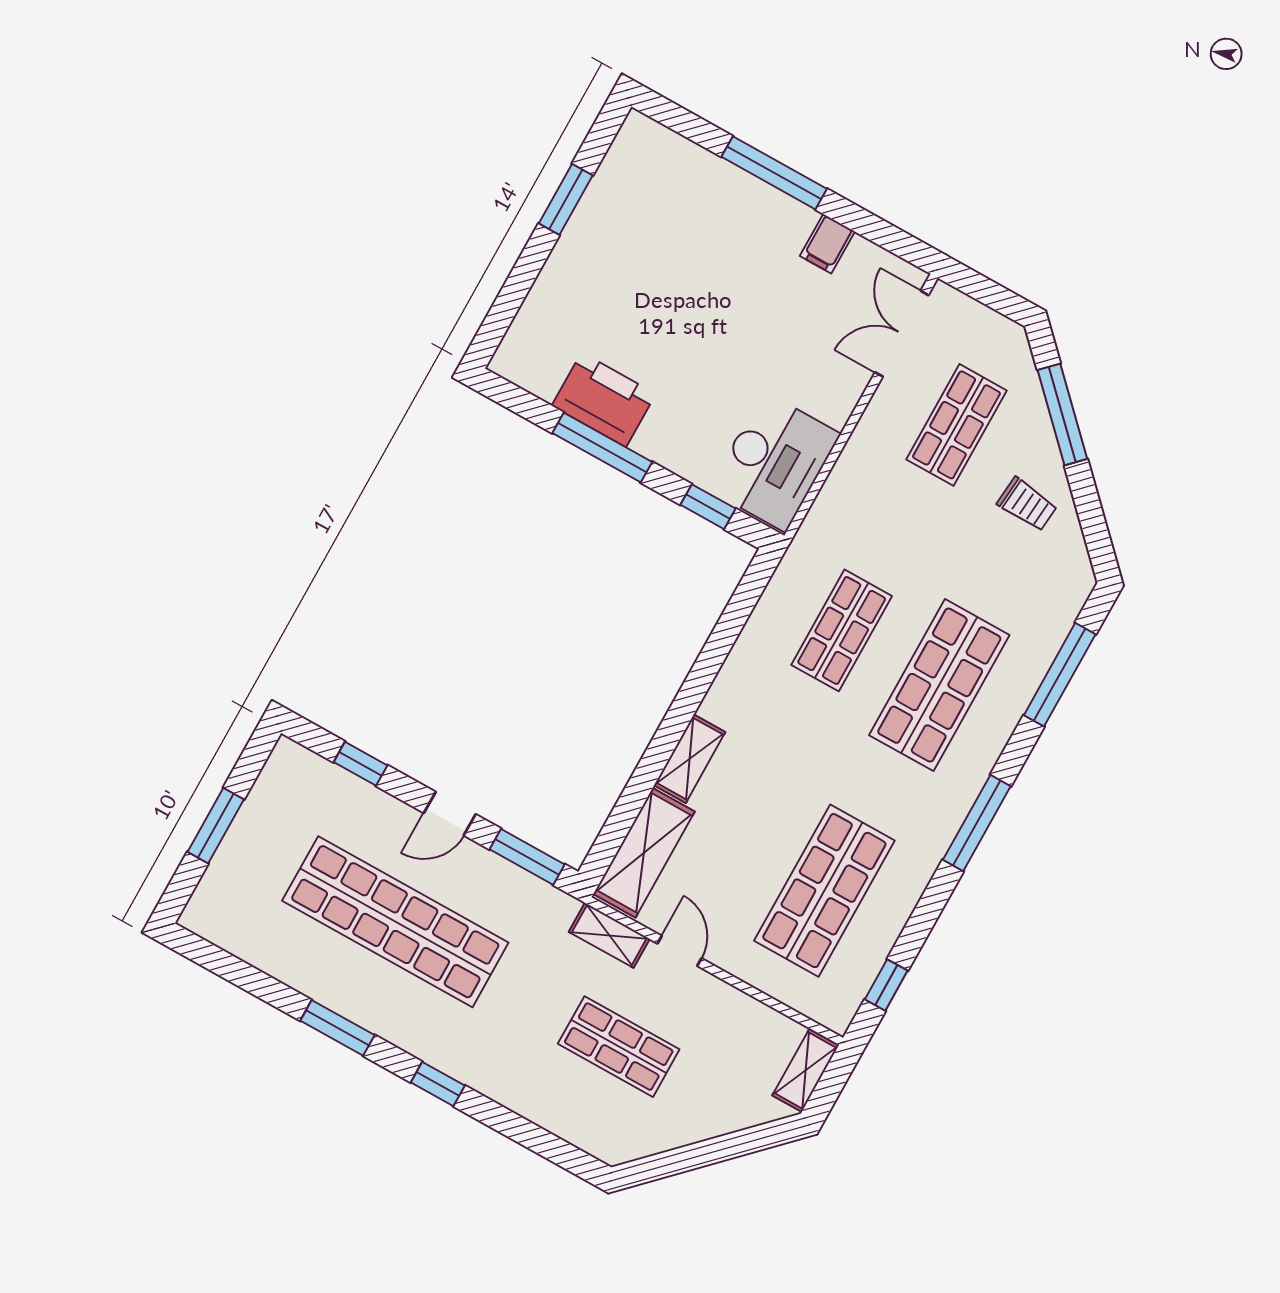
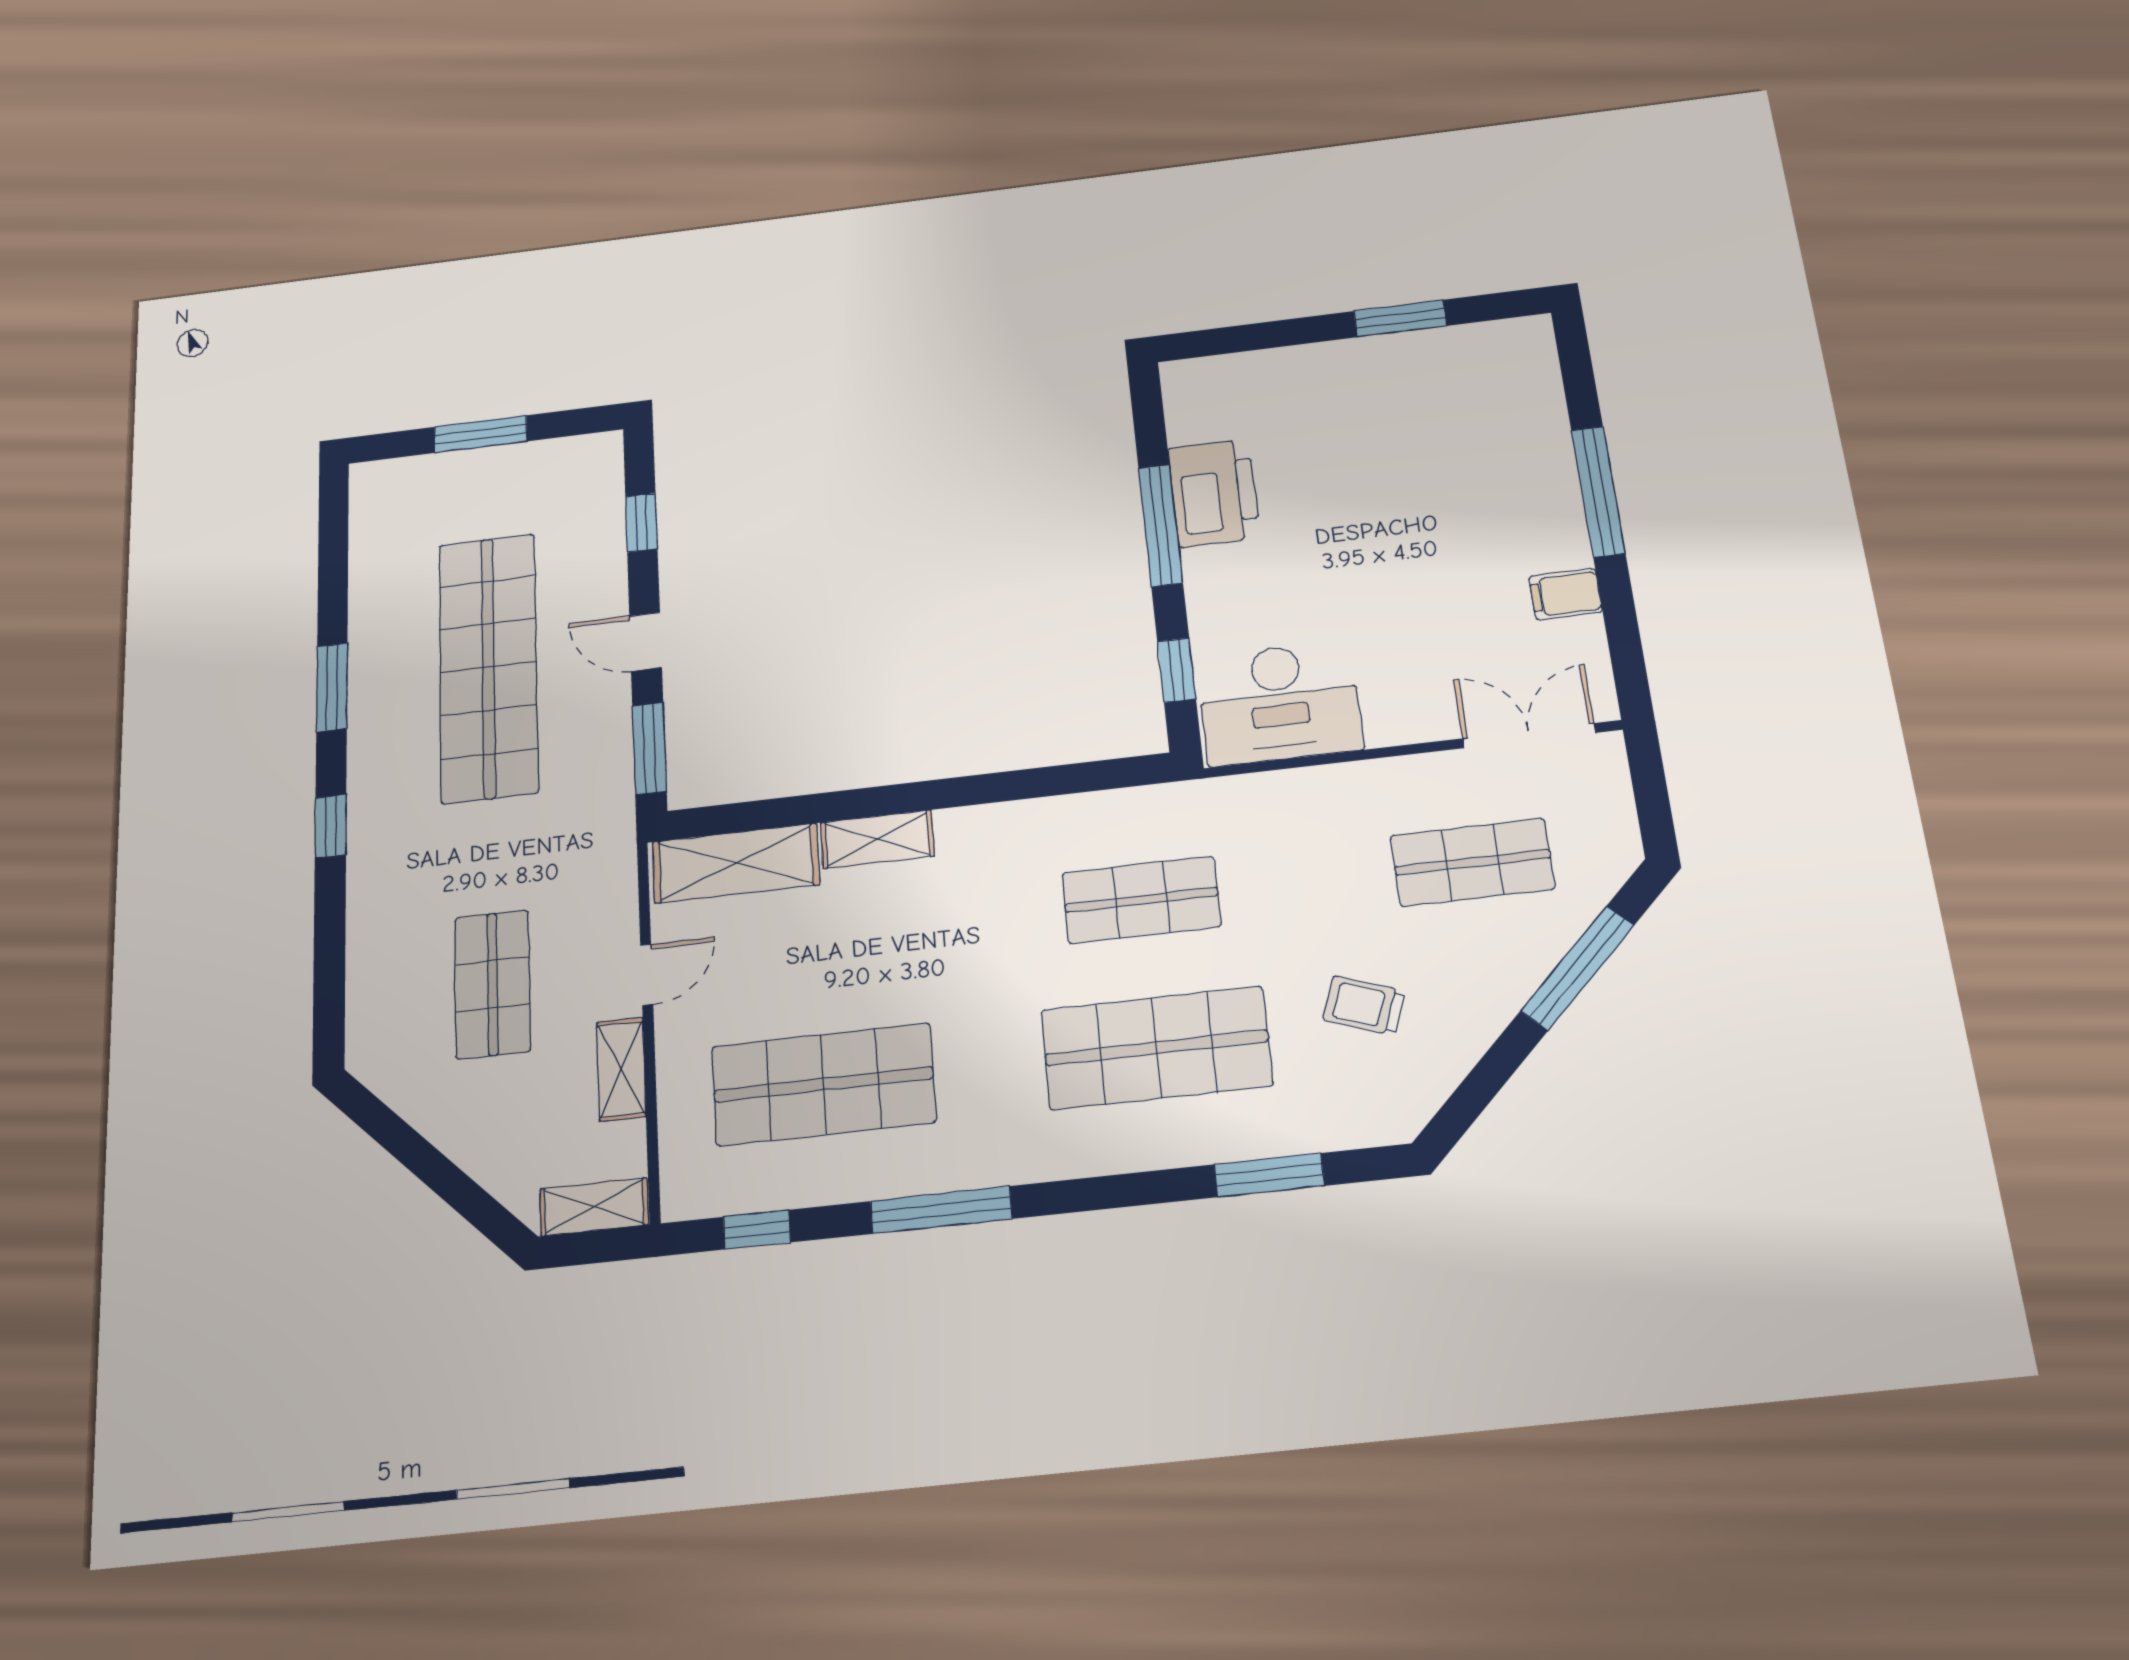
trolley: (1027, 504) -> (1364, 1005), moved, turned 105
window: (1060, 675) -> (1269, 1175), width x0.69
window: (977, 823) -> (941, 1210), moved
shelving: (609, 935) -> (621, 1069), moved

